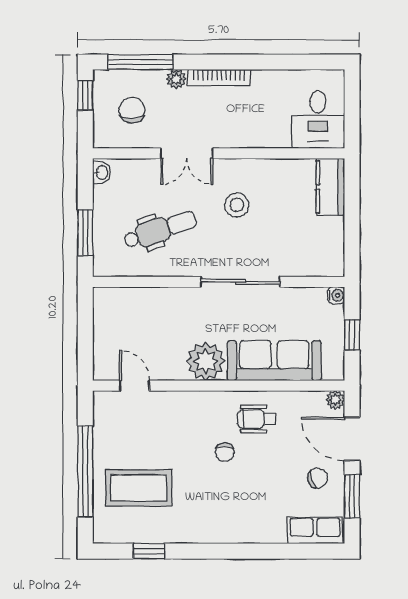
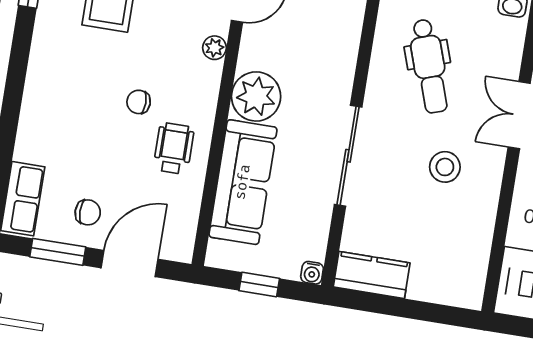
kitchen counter: (330, 187) -> (372, 275), moved
plant: (335, 400) -> (214, 48), moved
chair: (317, 478) -> (88, 212), turned -74

